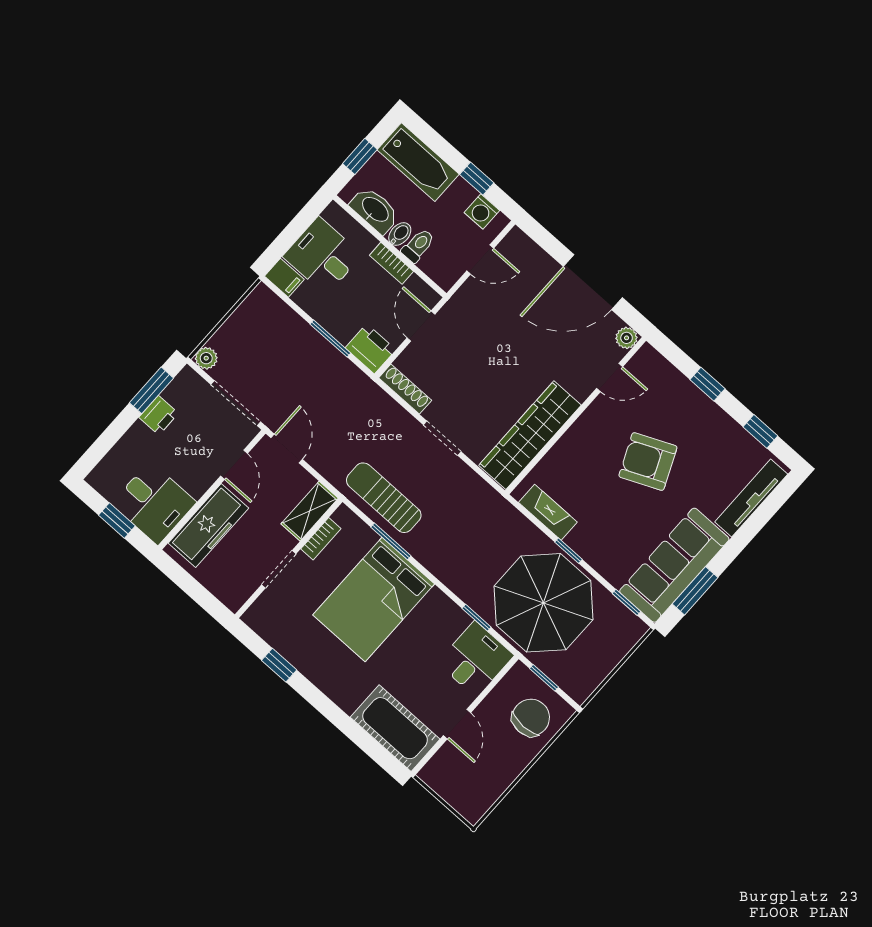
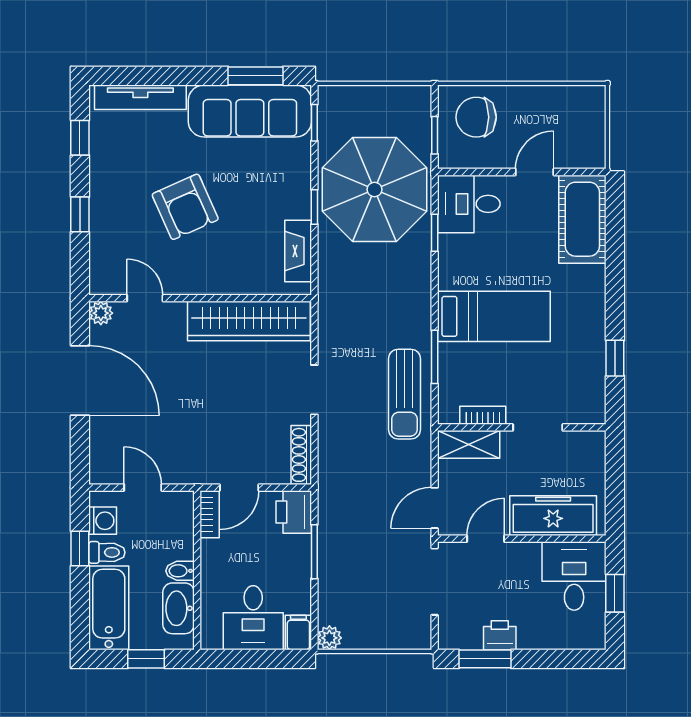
toilet: (418, 246) -> (107, 552), moved, turned 180
bookcase: (391, 263) -> (210, 514), moved
plant: (206, 358) -> (329, 638), moved
bed: (374, 599) -> (494, 316), width x0.67

